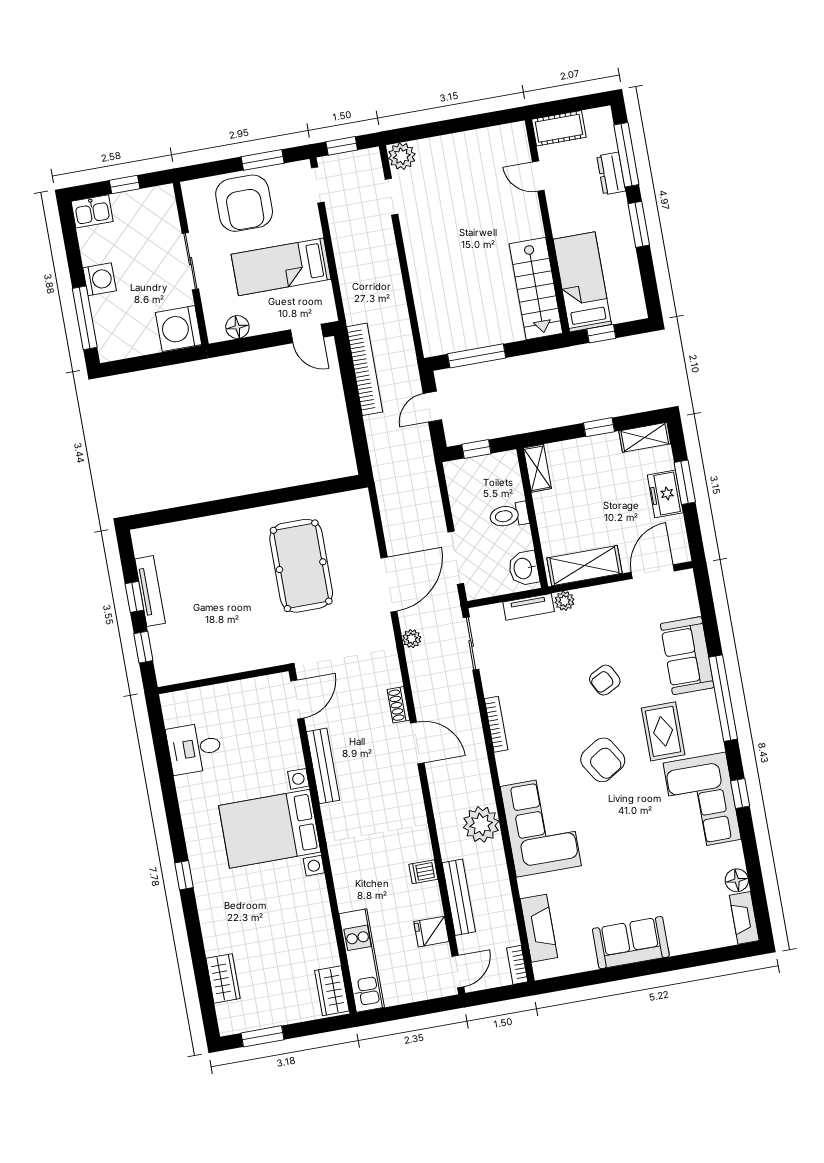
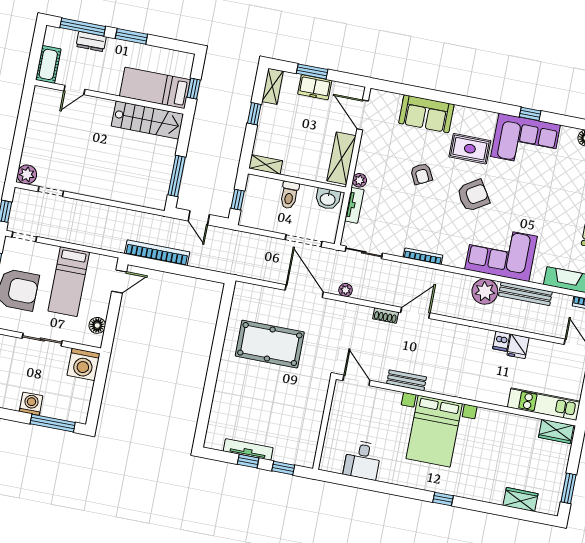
window: (723, 698) -> (463, 101), removed
bench: (323, 766) -> (407, 380), width x0.73
bench: (459, 897) -> (525, 294), moved
fridge: (431, 932) -> (518, 346), moved

